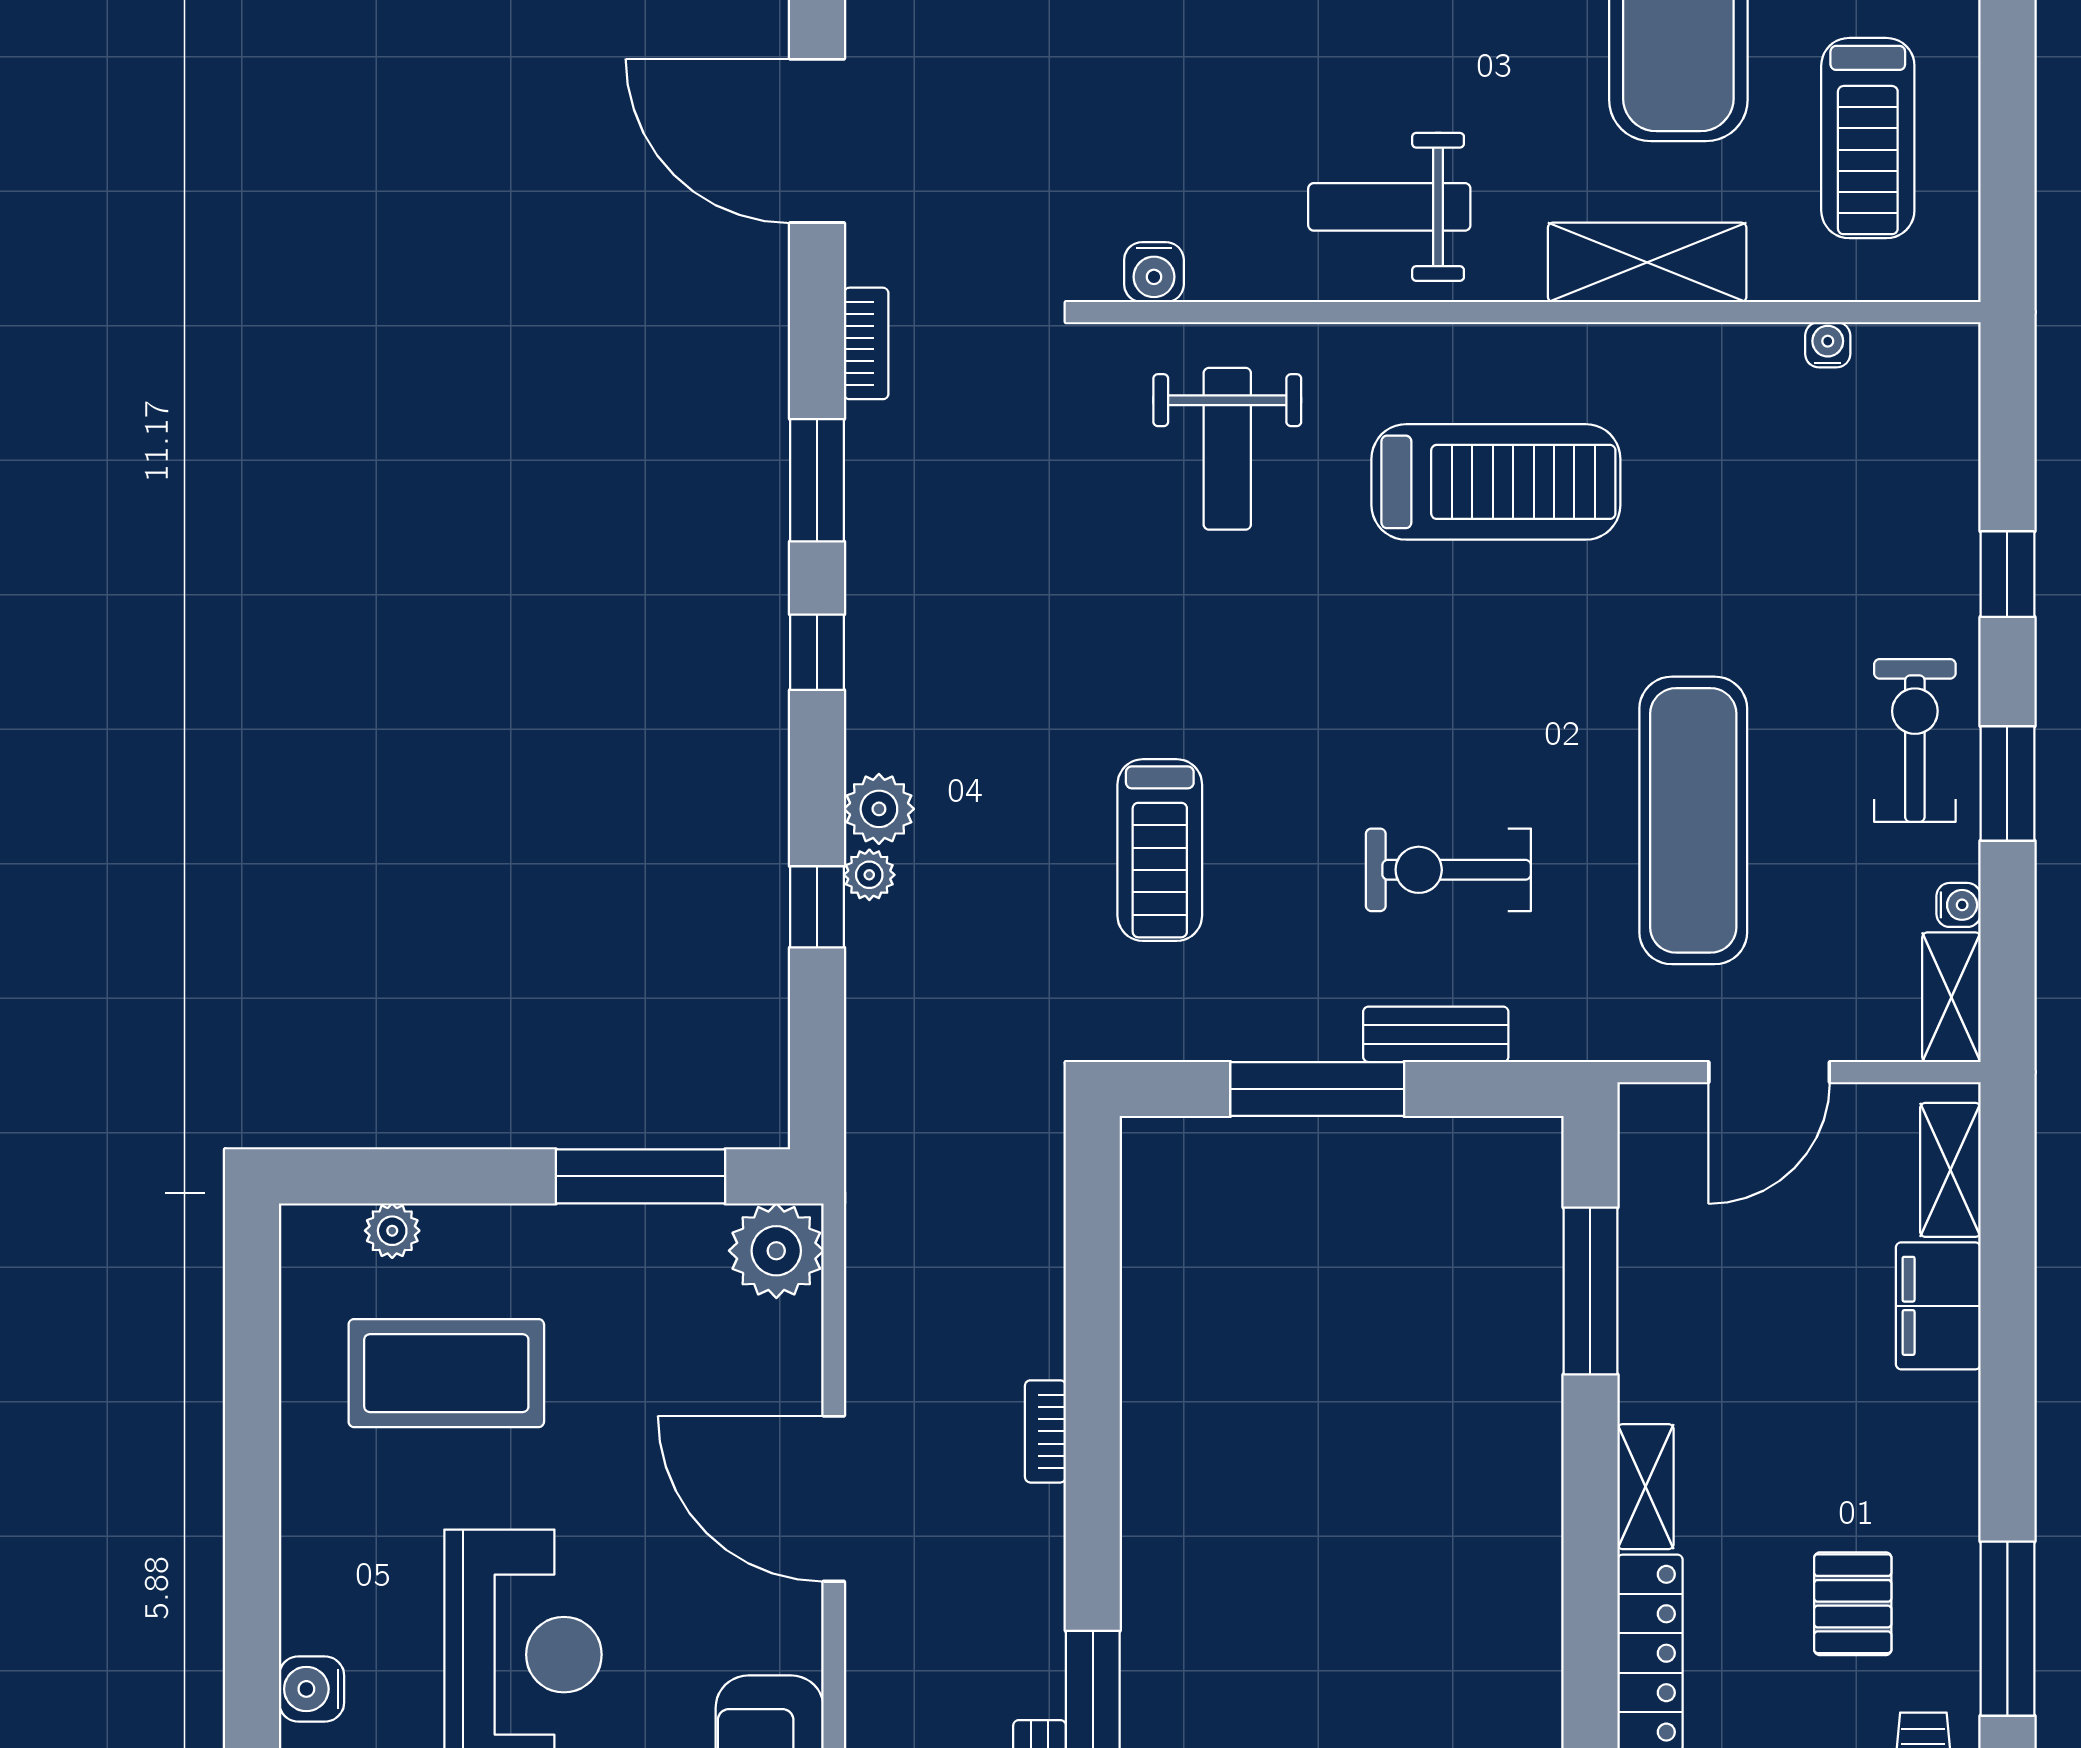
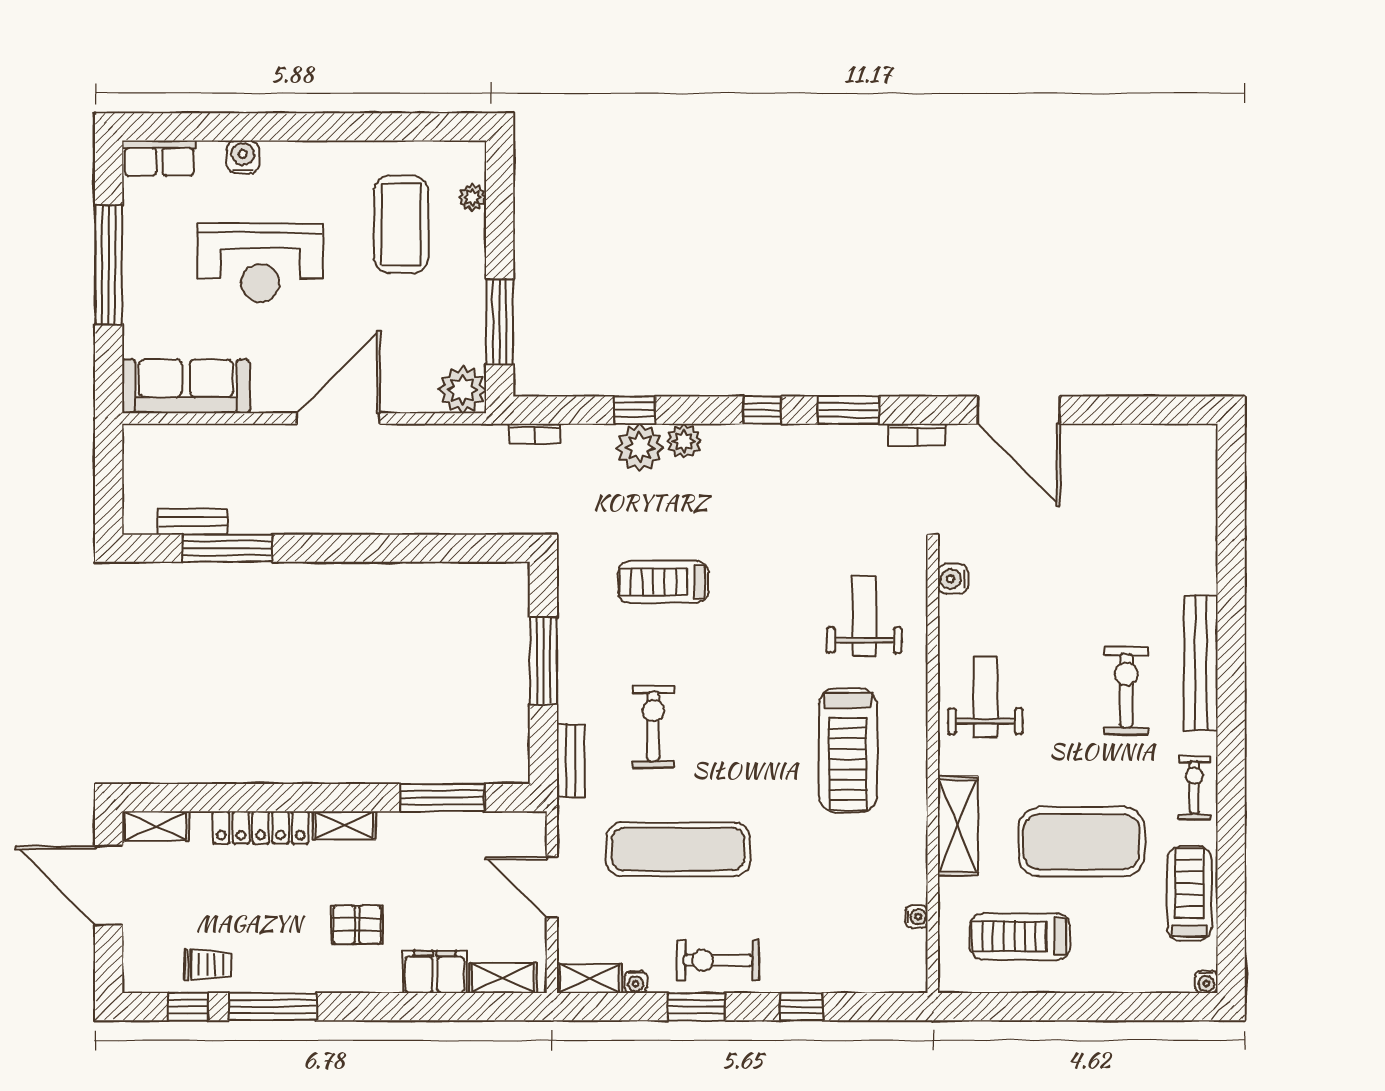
door: (817, 141) -> (1019, 410), swing flipped
weight bench: (1227, 449) -> (864, 616), turned 90
exercise bike: (1915, 740) -> (718, 960), turned 180
plant: (869, 875) -> (640, 447), width x1.87, depth x1.87
bench: (1436, 1034) -> (571, 761), moved
bookcase: (1045, 1431) -> (535, 434), moved, turned 180
pallet: (1853, 1604) -> (357, 925), moved

